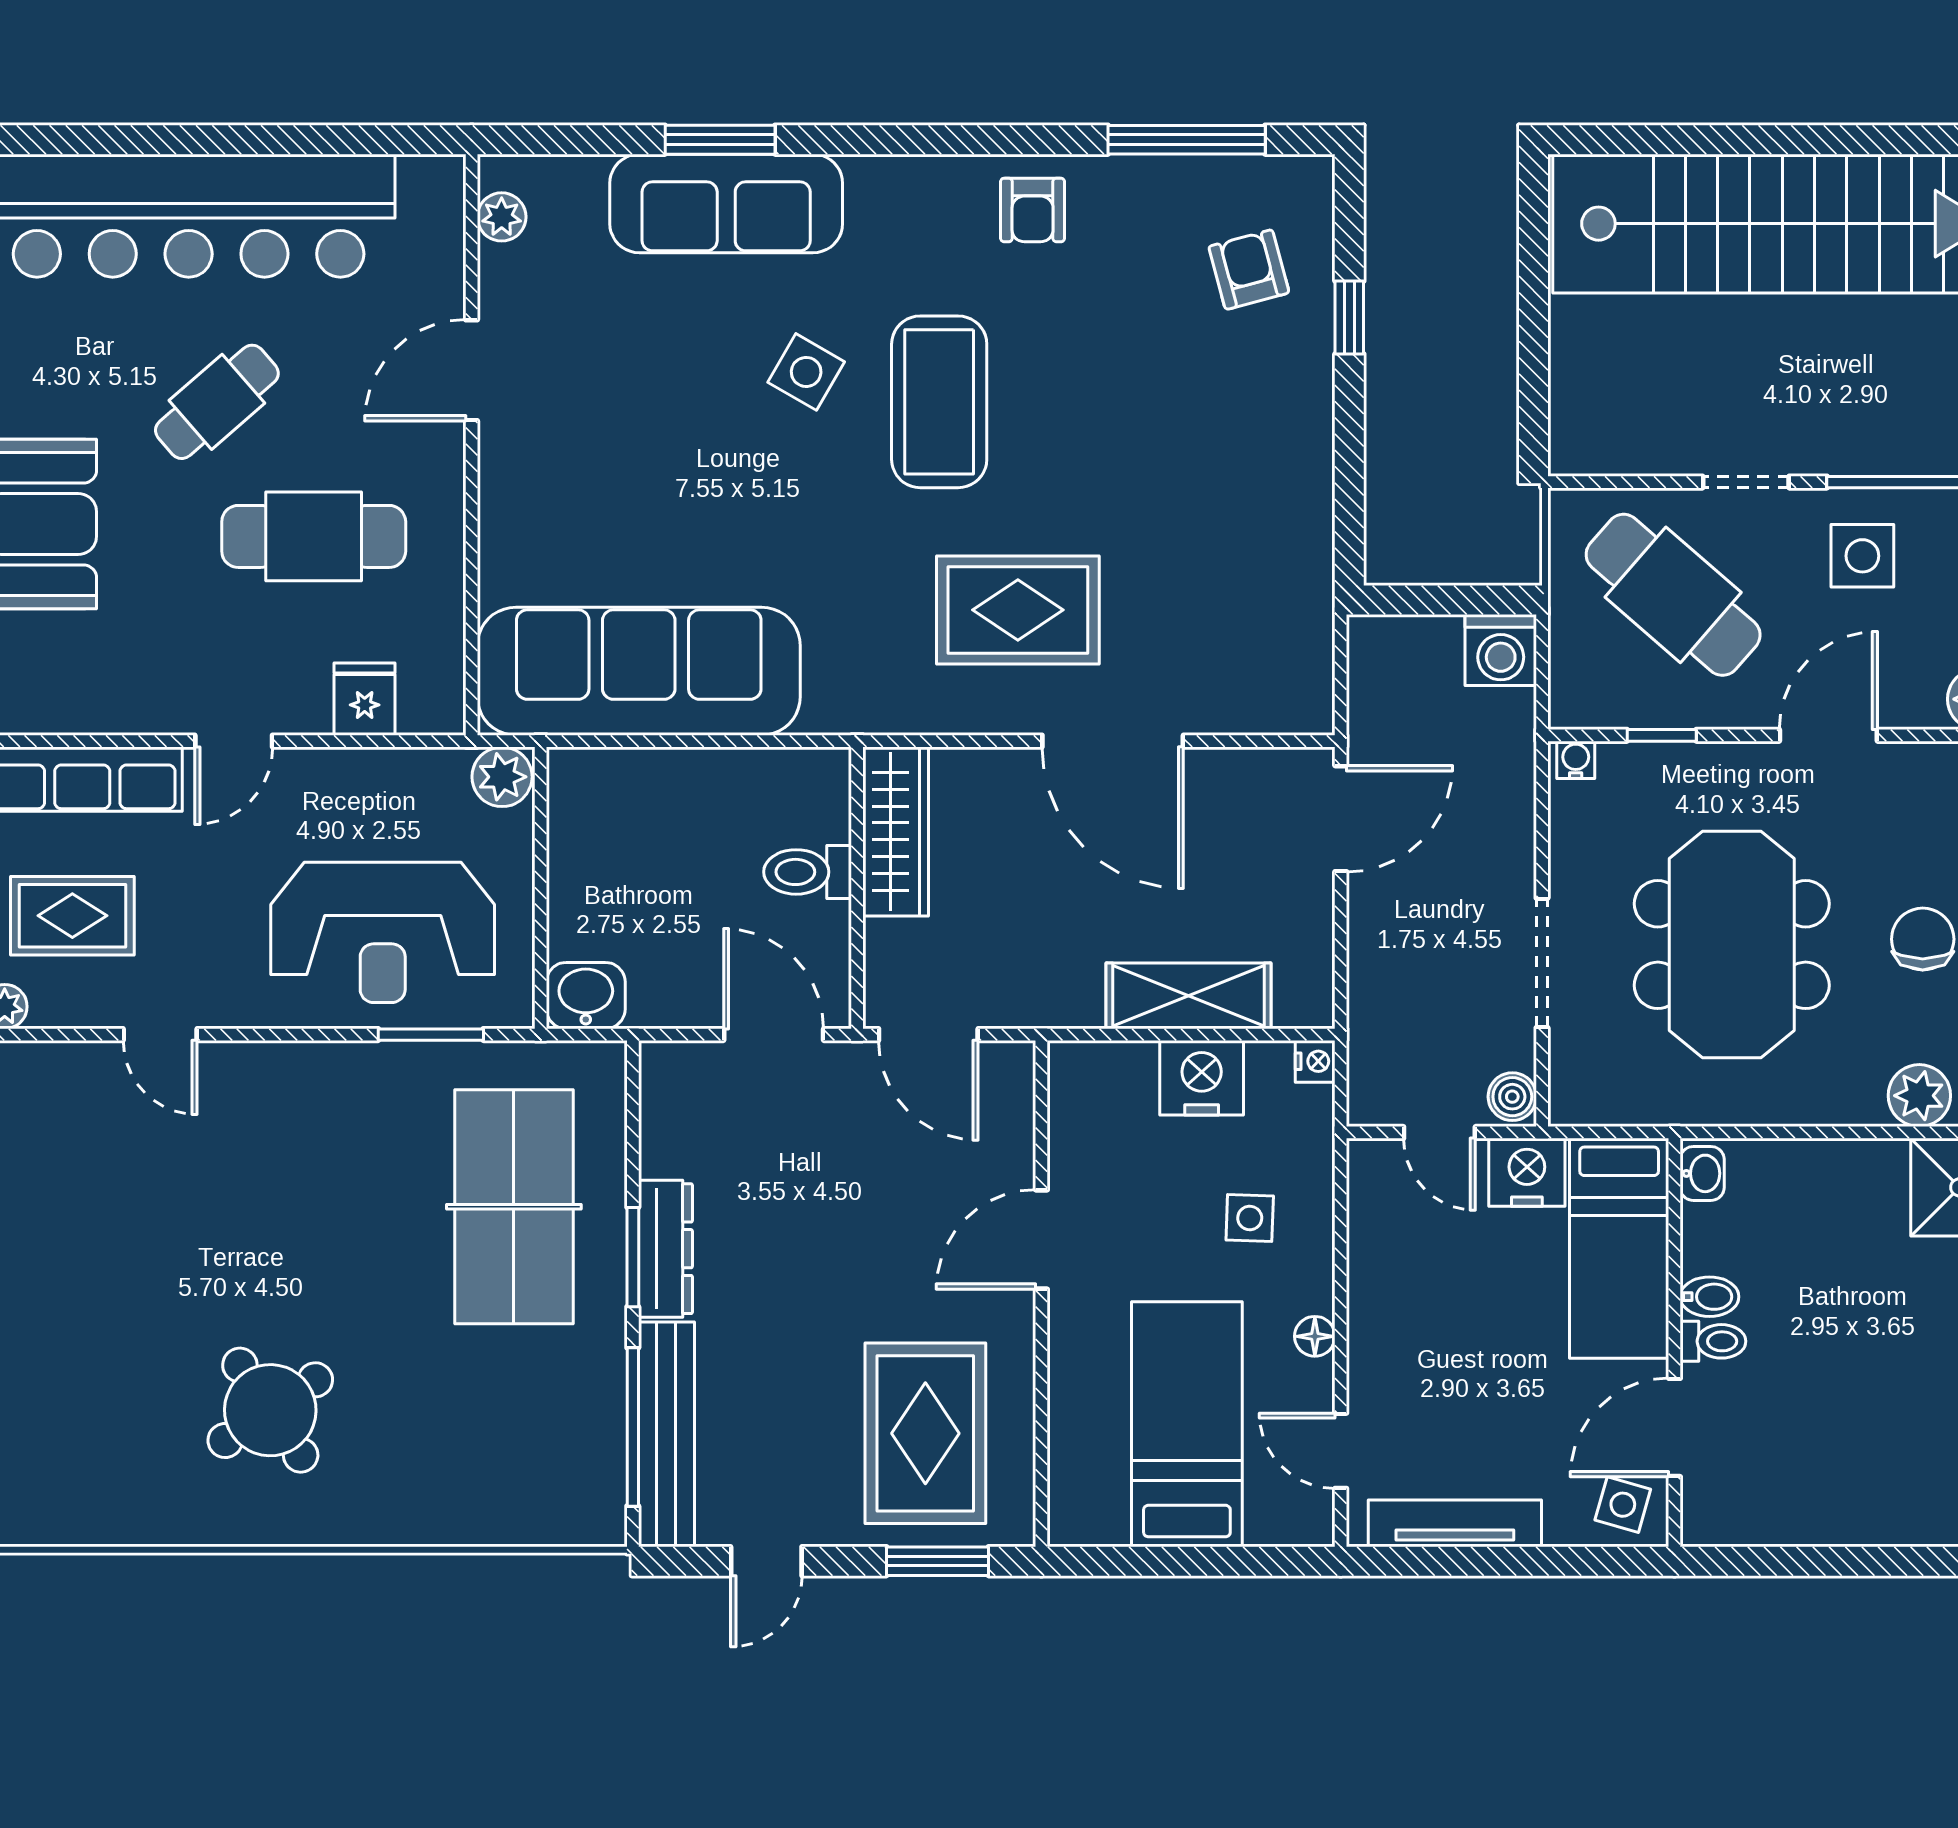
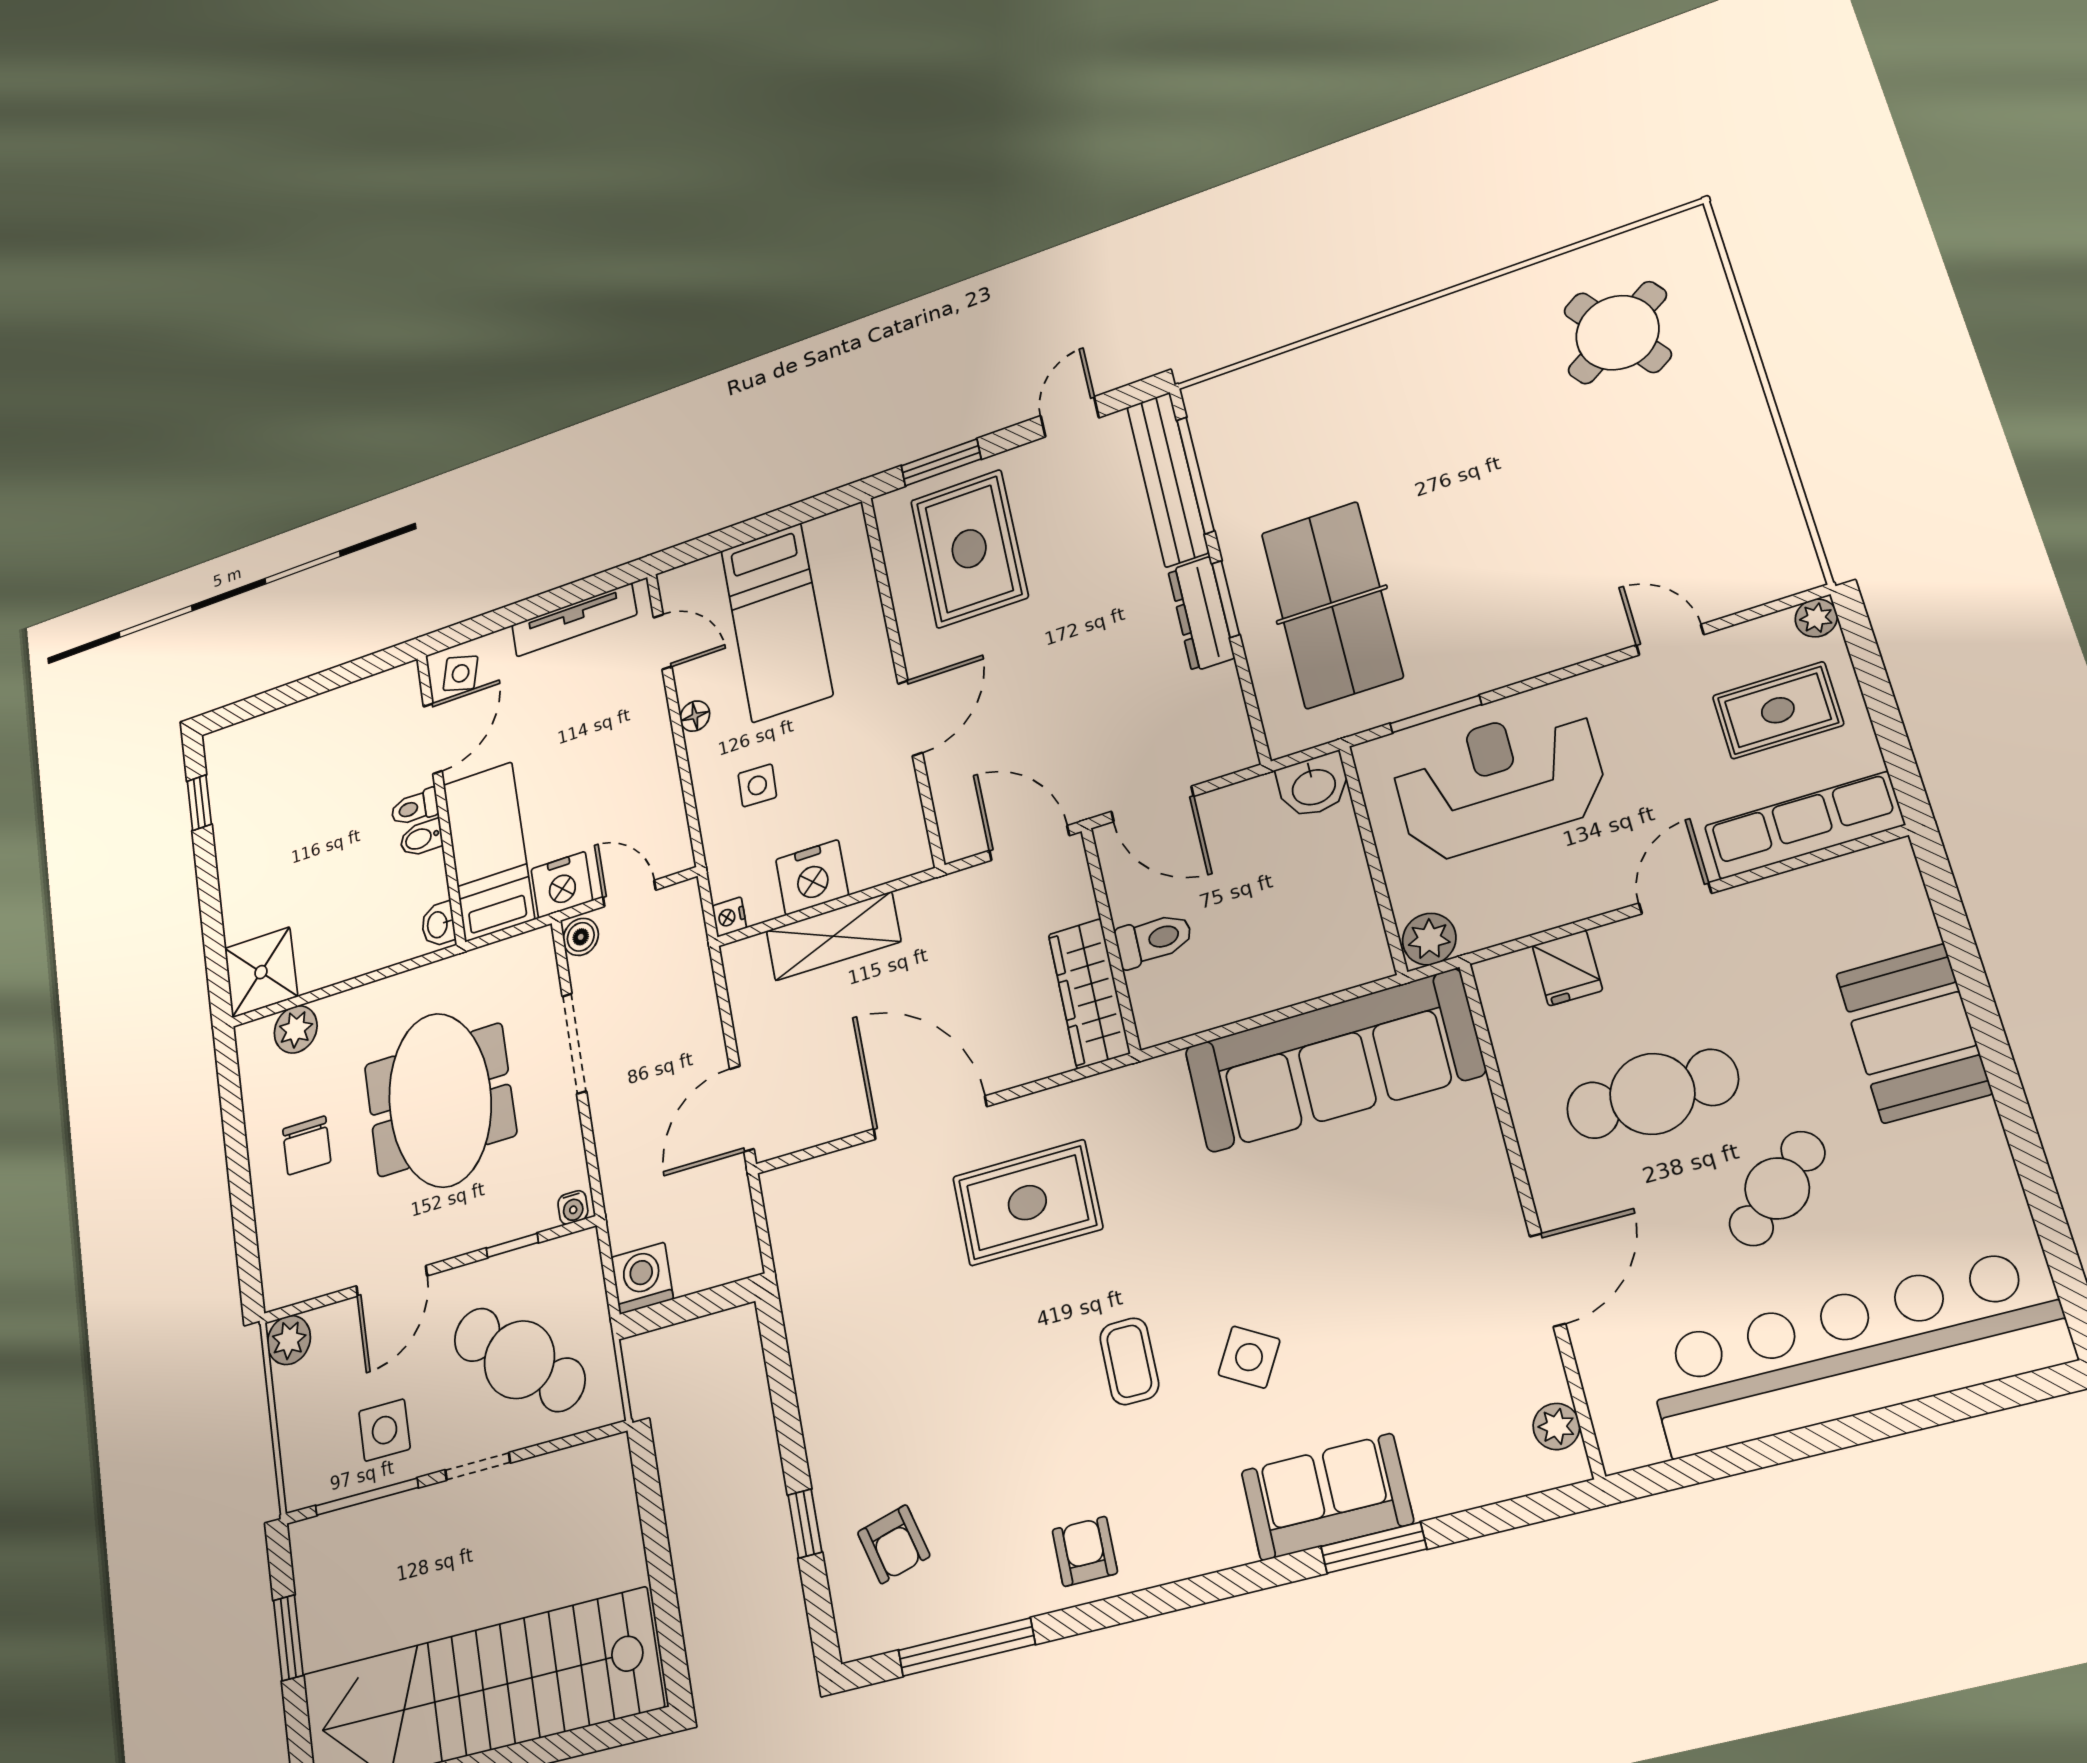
sofa: (726, 203) -> (1327, 1497), width x0.73
coffee table: (939, 402) -> (1129, 1361), width x0.54, depth x0.58
round table: (270, 1410) -> (1617, 333), moved

